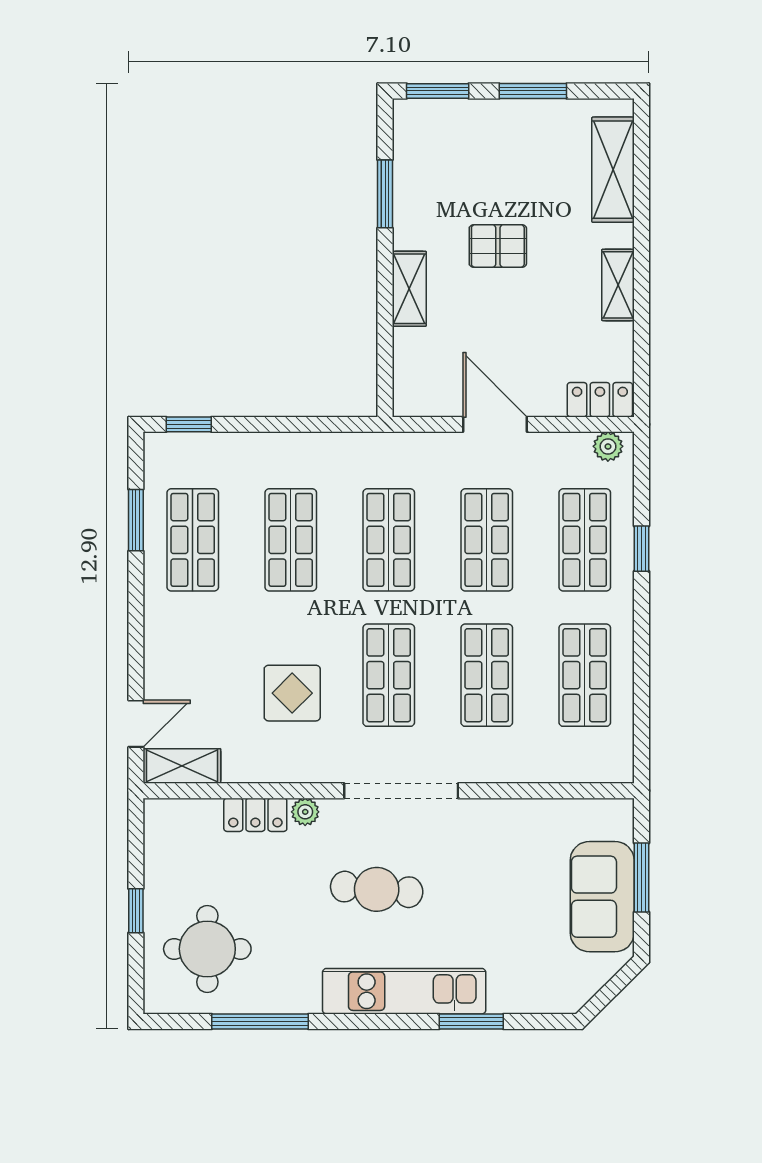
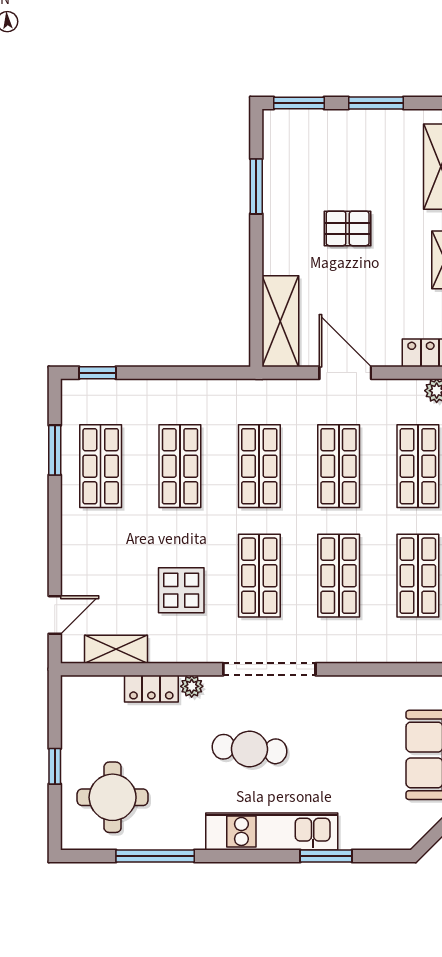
shelving: (409, 289) -> (280, 321), moved, width x1.50, depth x1.33
shelving: (182, 766) -> (116, 649), moved

